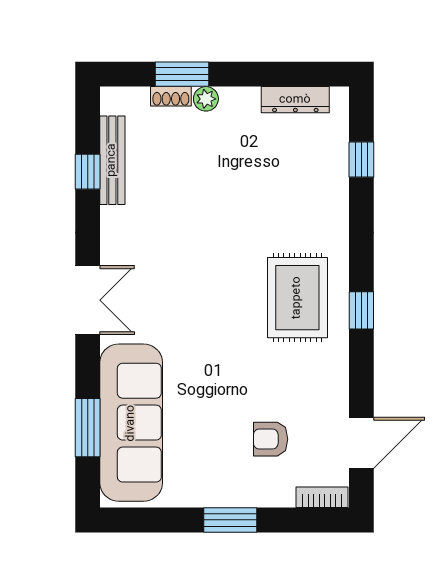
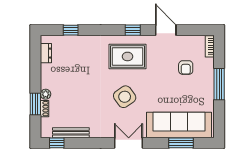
dresser: (295, 100) -> (46, 53), width x0.70
window: (88, 172) -> (57, 143), moved
side table: (200, 291) -> (125, 97), added
door: (361, 443) -> (166, 30), moved
window: (230, 520) -> (219, 84), width x1.44

